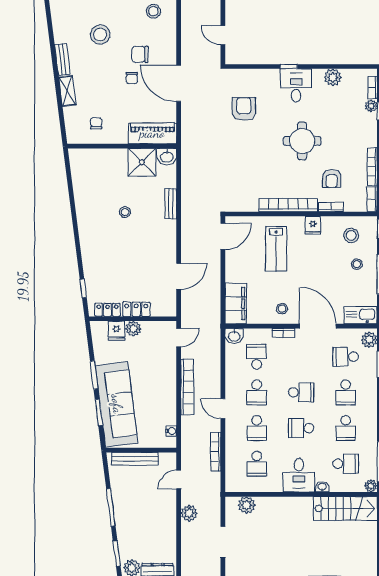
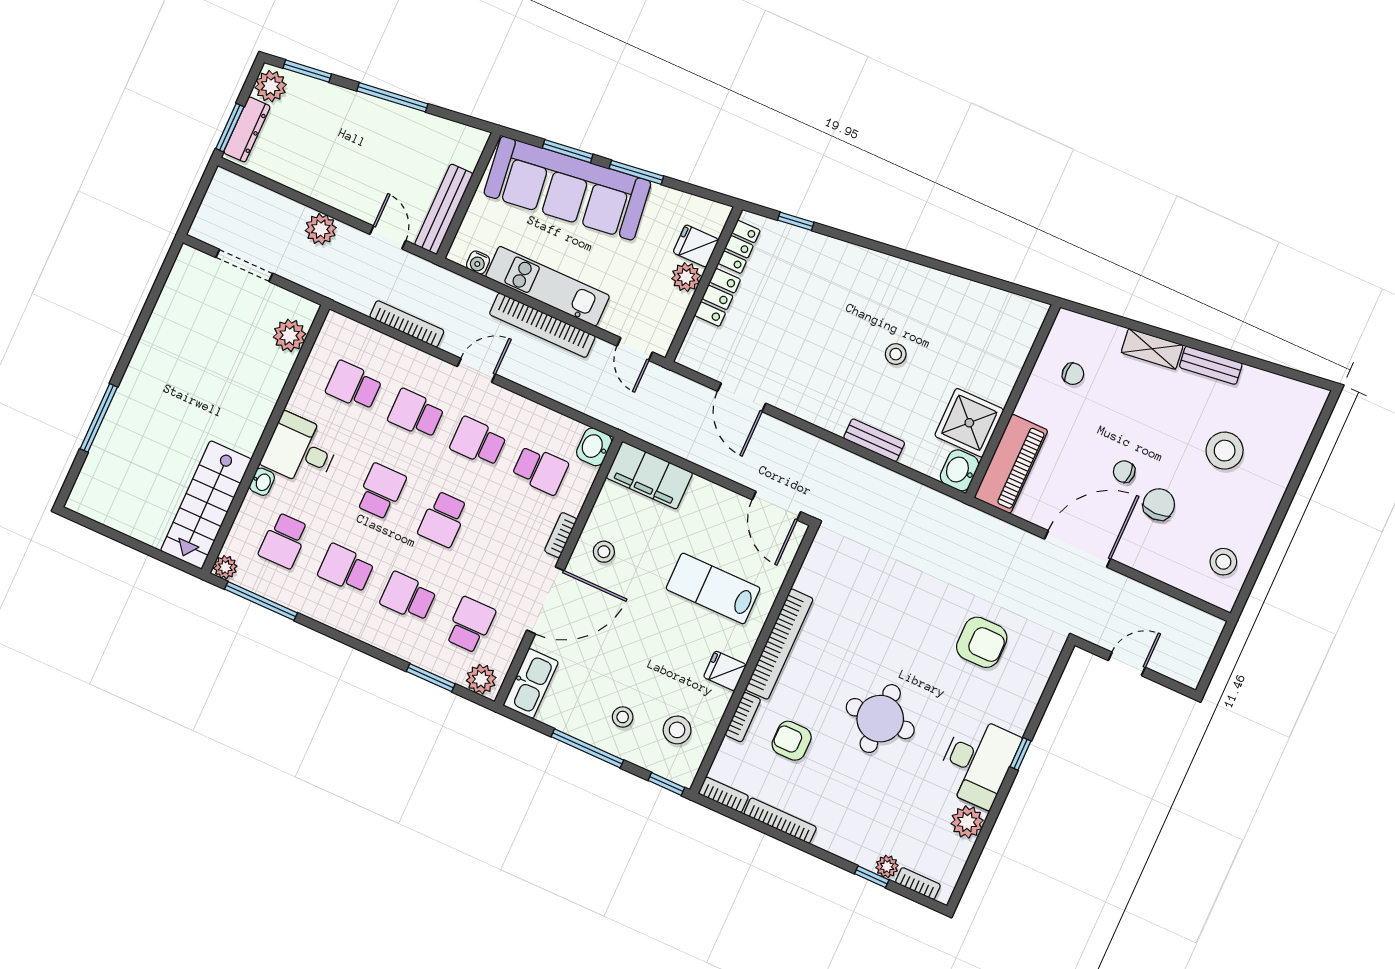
desk: (296, 85) -> (977, 762), width x1.37
kitchen unit: (168, 393) -> (548, 286), added
bench: (135, 459) -> (444, 209), moved

